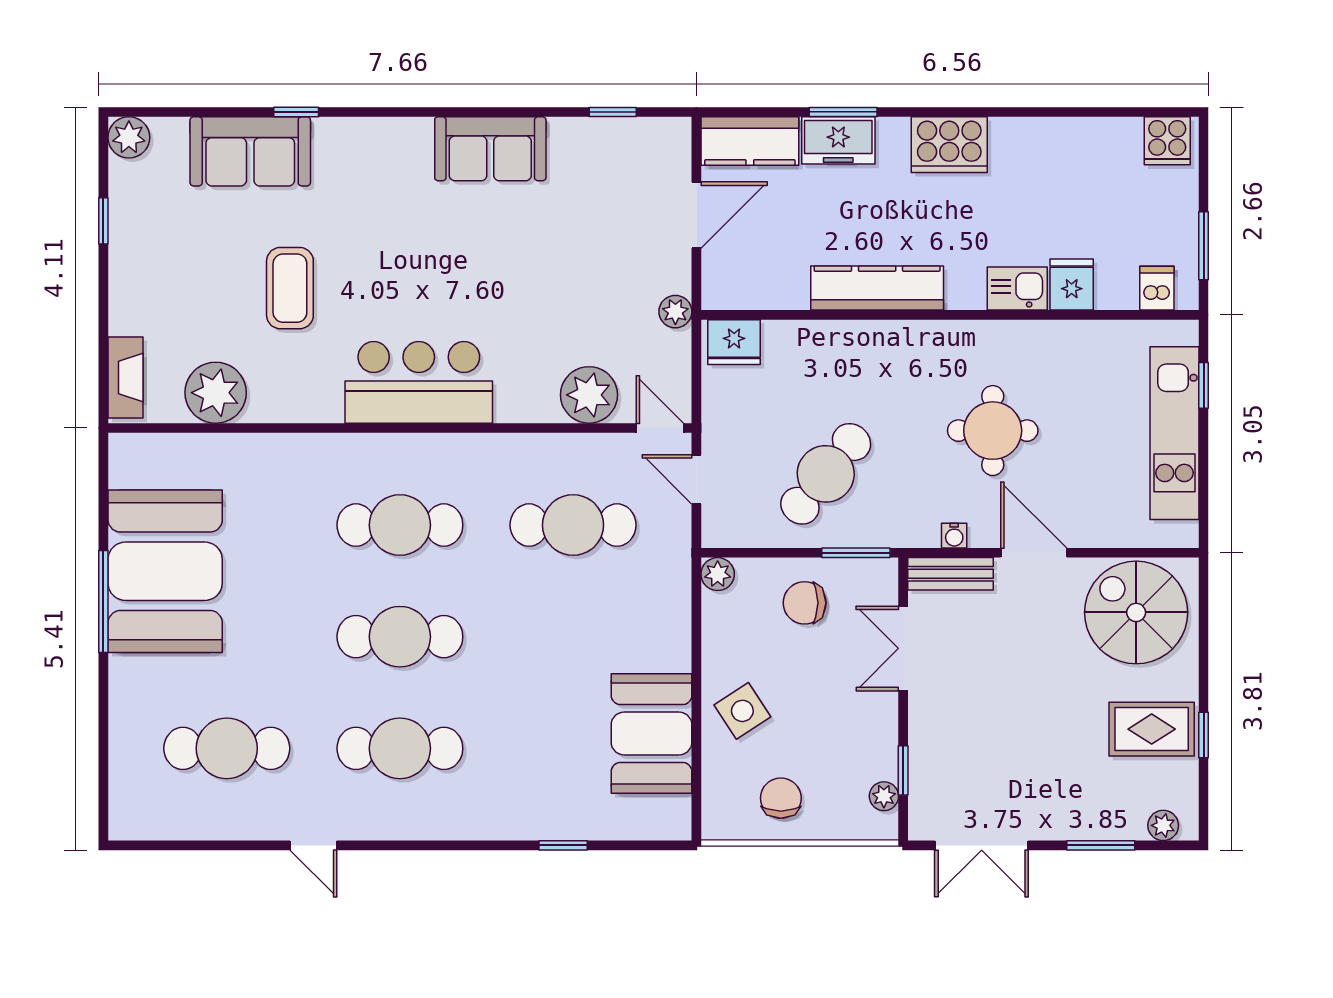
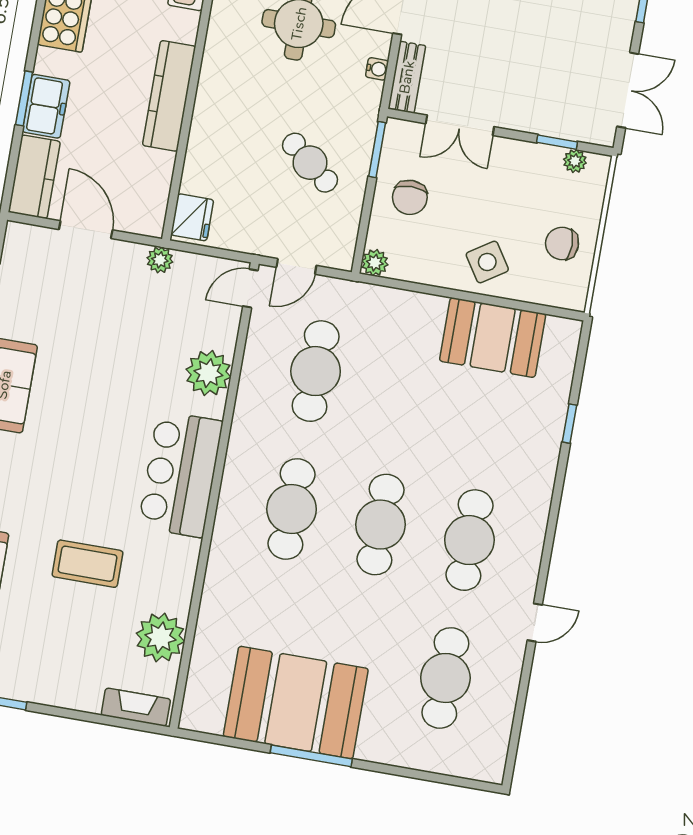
plant: (589, 395) -> (208, 373), moved
cafe table: (826, 474) -> (310, 163), width x0.73, depth x0.74

